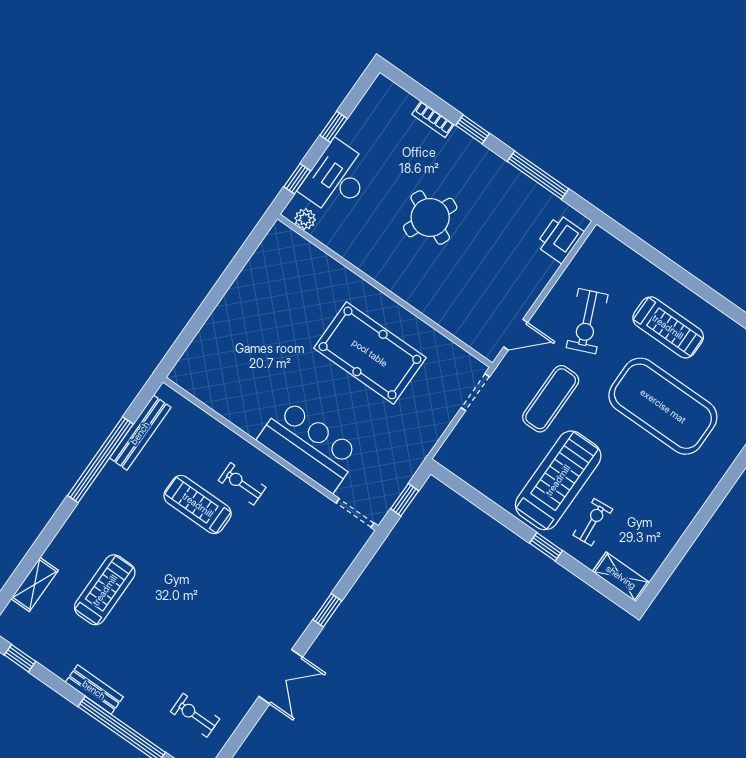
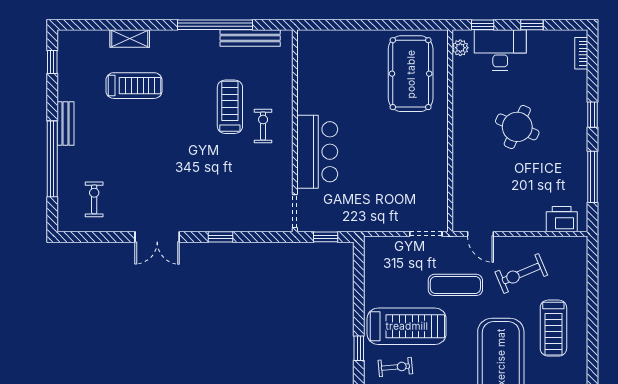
bookcase: (433, 119) -> (581, 53), moved
pool table: (370, 353) -> (411, 74), moved
shelving: (35, 584) -> (130, 38), moved

